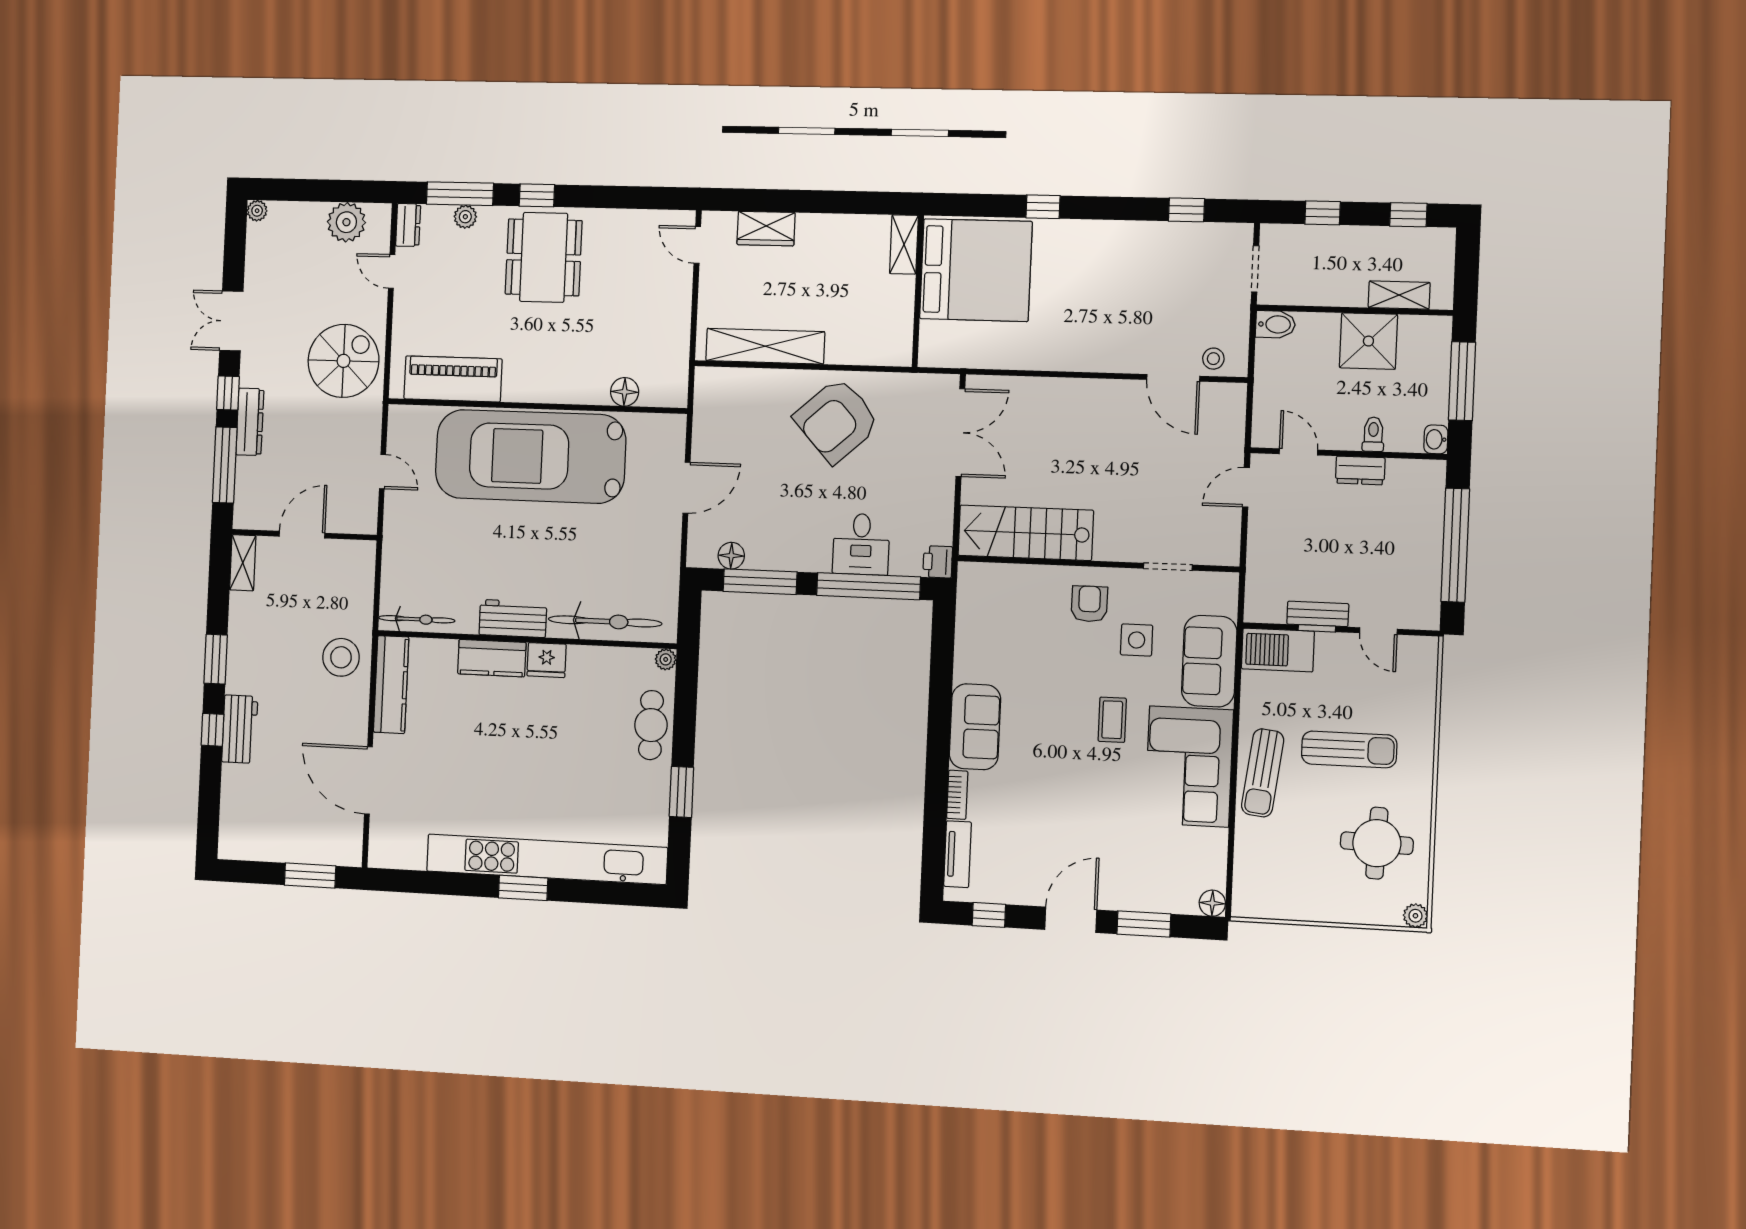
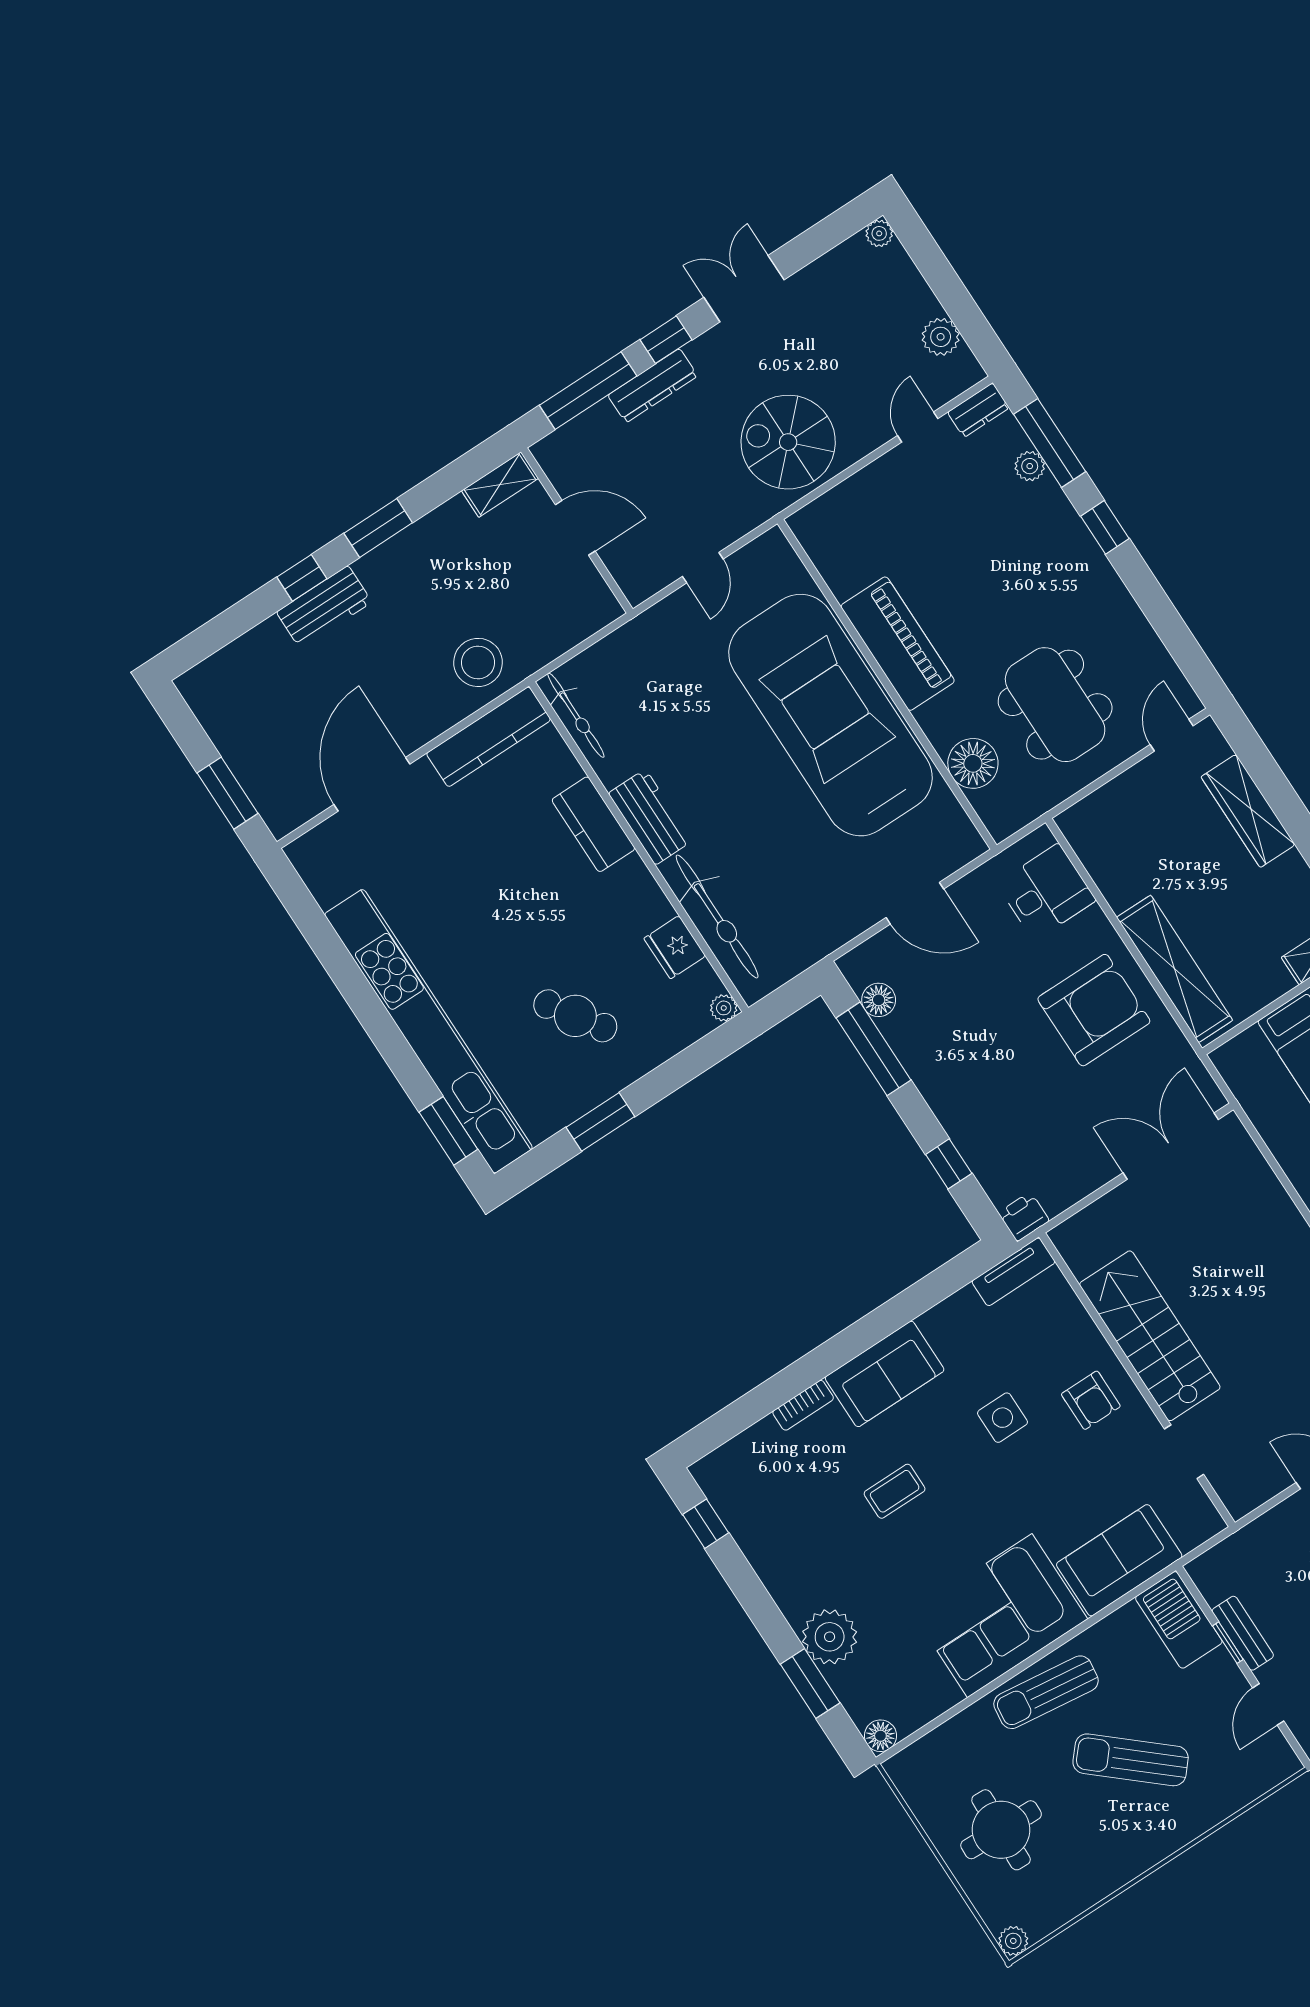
plant: (346, 222) -> (941, 337), width x0.73, depth x0.73
wardrobe: (766, 229) -> (1248, 811), width x1.50
dining table: (544, 257) -> (1055, 705), moved, turned 90
shelving: (765, 346) -> (1175, 969), moved
spiral stairs: (344, 361) -> (788, 442), turned 180
piano: (453, 379) -> (898, 644), moved
floor lamp: (625, 392) -> (973, 763), width x1.38, depth x1.38
armchair: (837, 420) -> (1094, 1010), turned 132
double door: (960, 433) -> (1171, 1146), swing flipped
stairs: (1026, 533) -> (1150, 1336), moved
desk: (861, 544) -> (1046, 892), moved, turned 180
window: (869, 586) -> (949, 1164), width x0.32
armchair: (1089, 604) -> (1091, 1400), turned 90
side table: (1137, 640) -> (1002, 1418), moved
fridge: (547, 660) -> (675, 947), moved
coffee table: (1112, 720) -> (895, 1491), moved
cafe table: (651, 725) -> (575, 1016), moved, turned 56
sun lounger: (1349, 749) -> (1131, 1760), turned 131
round table: (1377, 843) -> (1001, 1830), moved
tv unit: (958, 854) -> (1013, 1272), moved
window: (523, 888) -> (448, 1131), moved
plant: (1122, 889) -> (830, 1637), added
door: (1071, 920) -> (761, 1608), removed

